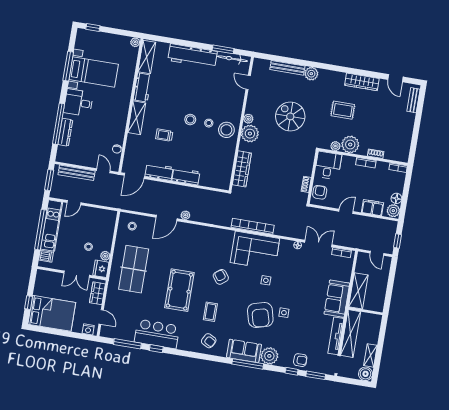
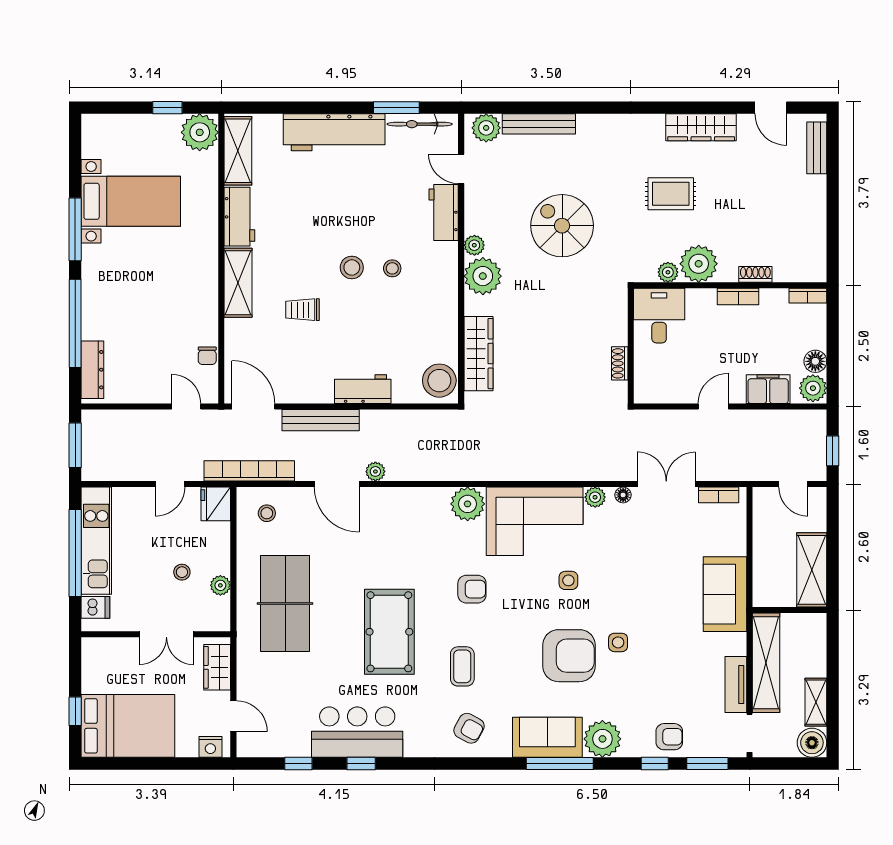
window: (93, 28) -> (167, 108), moved
plant: (135, 42) -> (200, 132), width x1.88, depth x1.88
window: (68, 66) -> (75, 229), moved
plant: (311, 74) -> (486, 128), moved
desk: (78, 103) -> (110, 272), removed
stool: (226, 130) -> (439, 381), moved
dresser: (65, 132) -> (92, 370), moved
workbench: (159, 172) -> (444, 212), moved, turned -90
bench: (77, 173) -> (321, 420), moved
door: (134, 176) -> (253, 406), swing flipped
armchair: (320, 192) -> (651, 375), removed
door: (74, 203) -> (170, 484), moved
door: (167, 218) -> (337, 484), hinge flipped
bookcase: (253, 226) -> (249, 471), moved
plant: (225, 237) -> (468, 504), added
plant: (285, 244) -> (595, 497), added
fridge: (101, 269) -> (216, 504), moved
armchair: (221, 277) -> (472, 589), turned 128
shelving: (358, 291) -> (812, 570), moved
armchair: (260, 315) -> (569, 656), turned -75
tv unit: (336, 336) -> (736, 685), width x0.71
window: (127, 344) -> (298, 763), width x0.46

